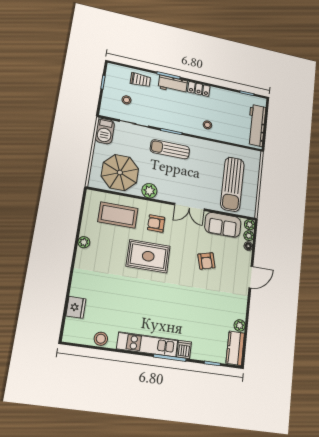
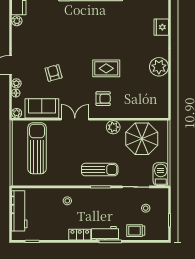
coffee table: (118, 215) -> (138, 100), removed
plant: (249, 236) -> (16, 83), moved
plant: (84, 242) -> (159, 67), width x1.87, depth x1.87
rug: (148, 256) -> (106, 68), width x0.73, depth x0.70
fridge: (76, 307) -> (161, 27), moved

